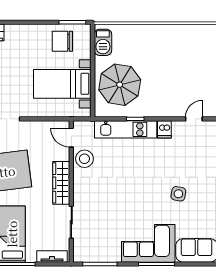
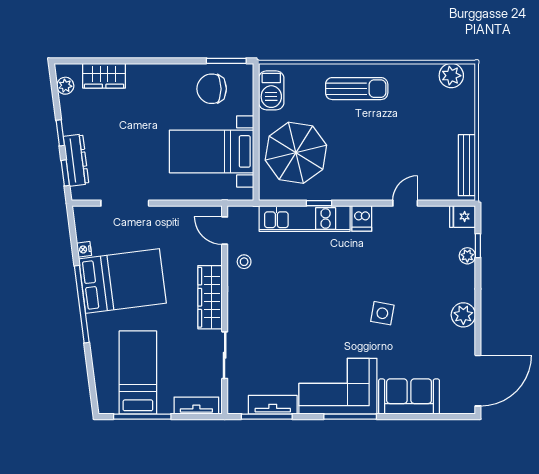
sun lounger: (161, 41) -> (357, 89), added
stool: (84, 159) -> (244, 262), width x0.53, depth x0.53
tv unit: (104, 256) -> (273, 405), added

